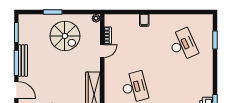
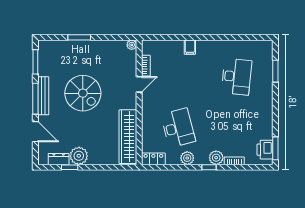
spiral stairs: (65, 36) -> (83, 93), moved
desk: (183, 45) -> (237, 77), turned 30

